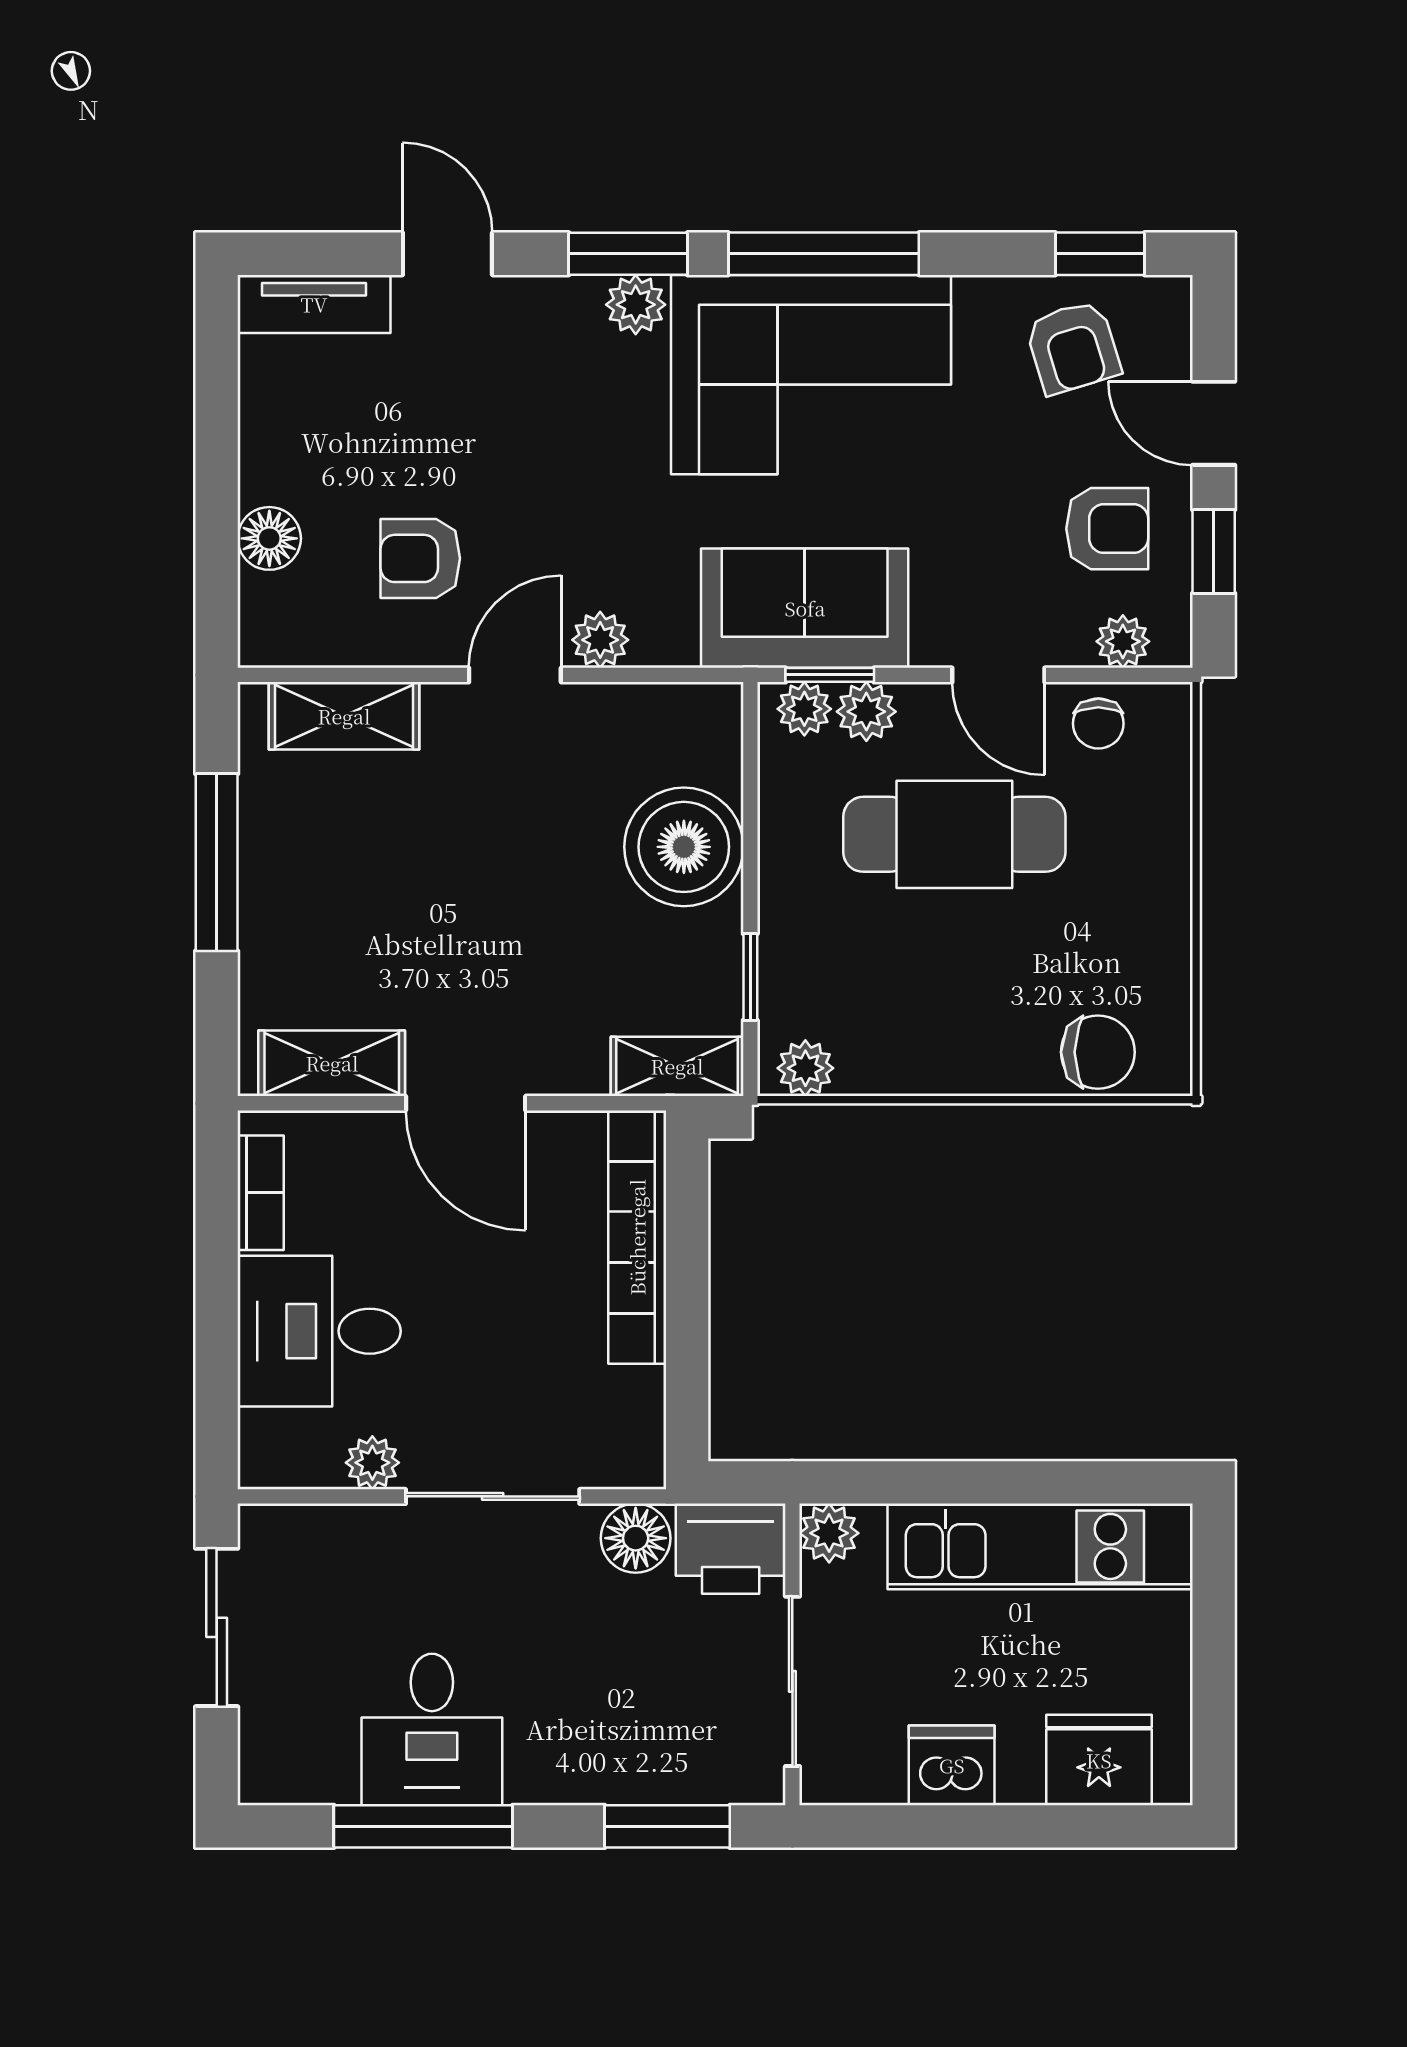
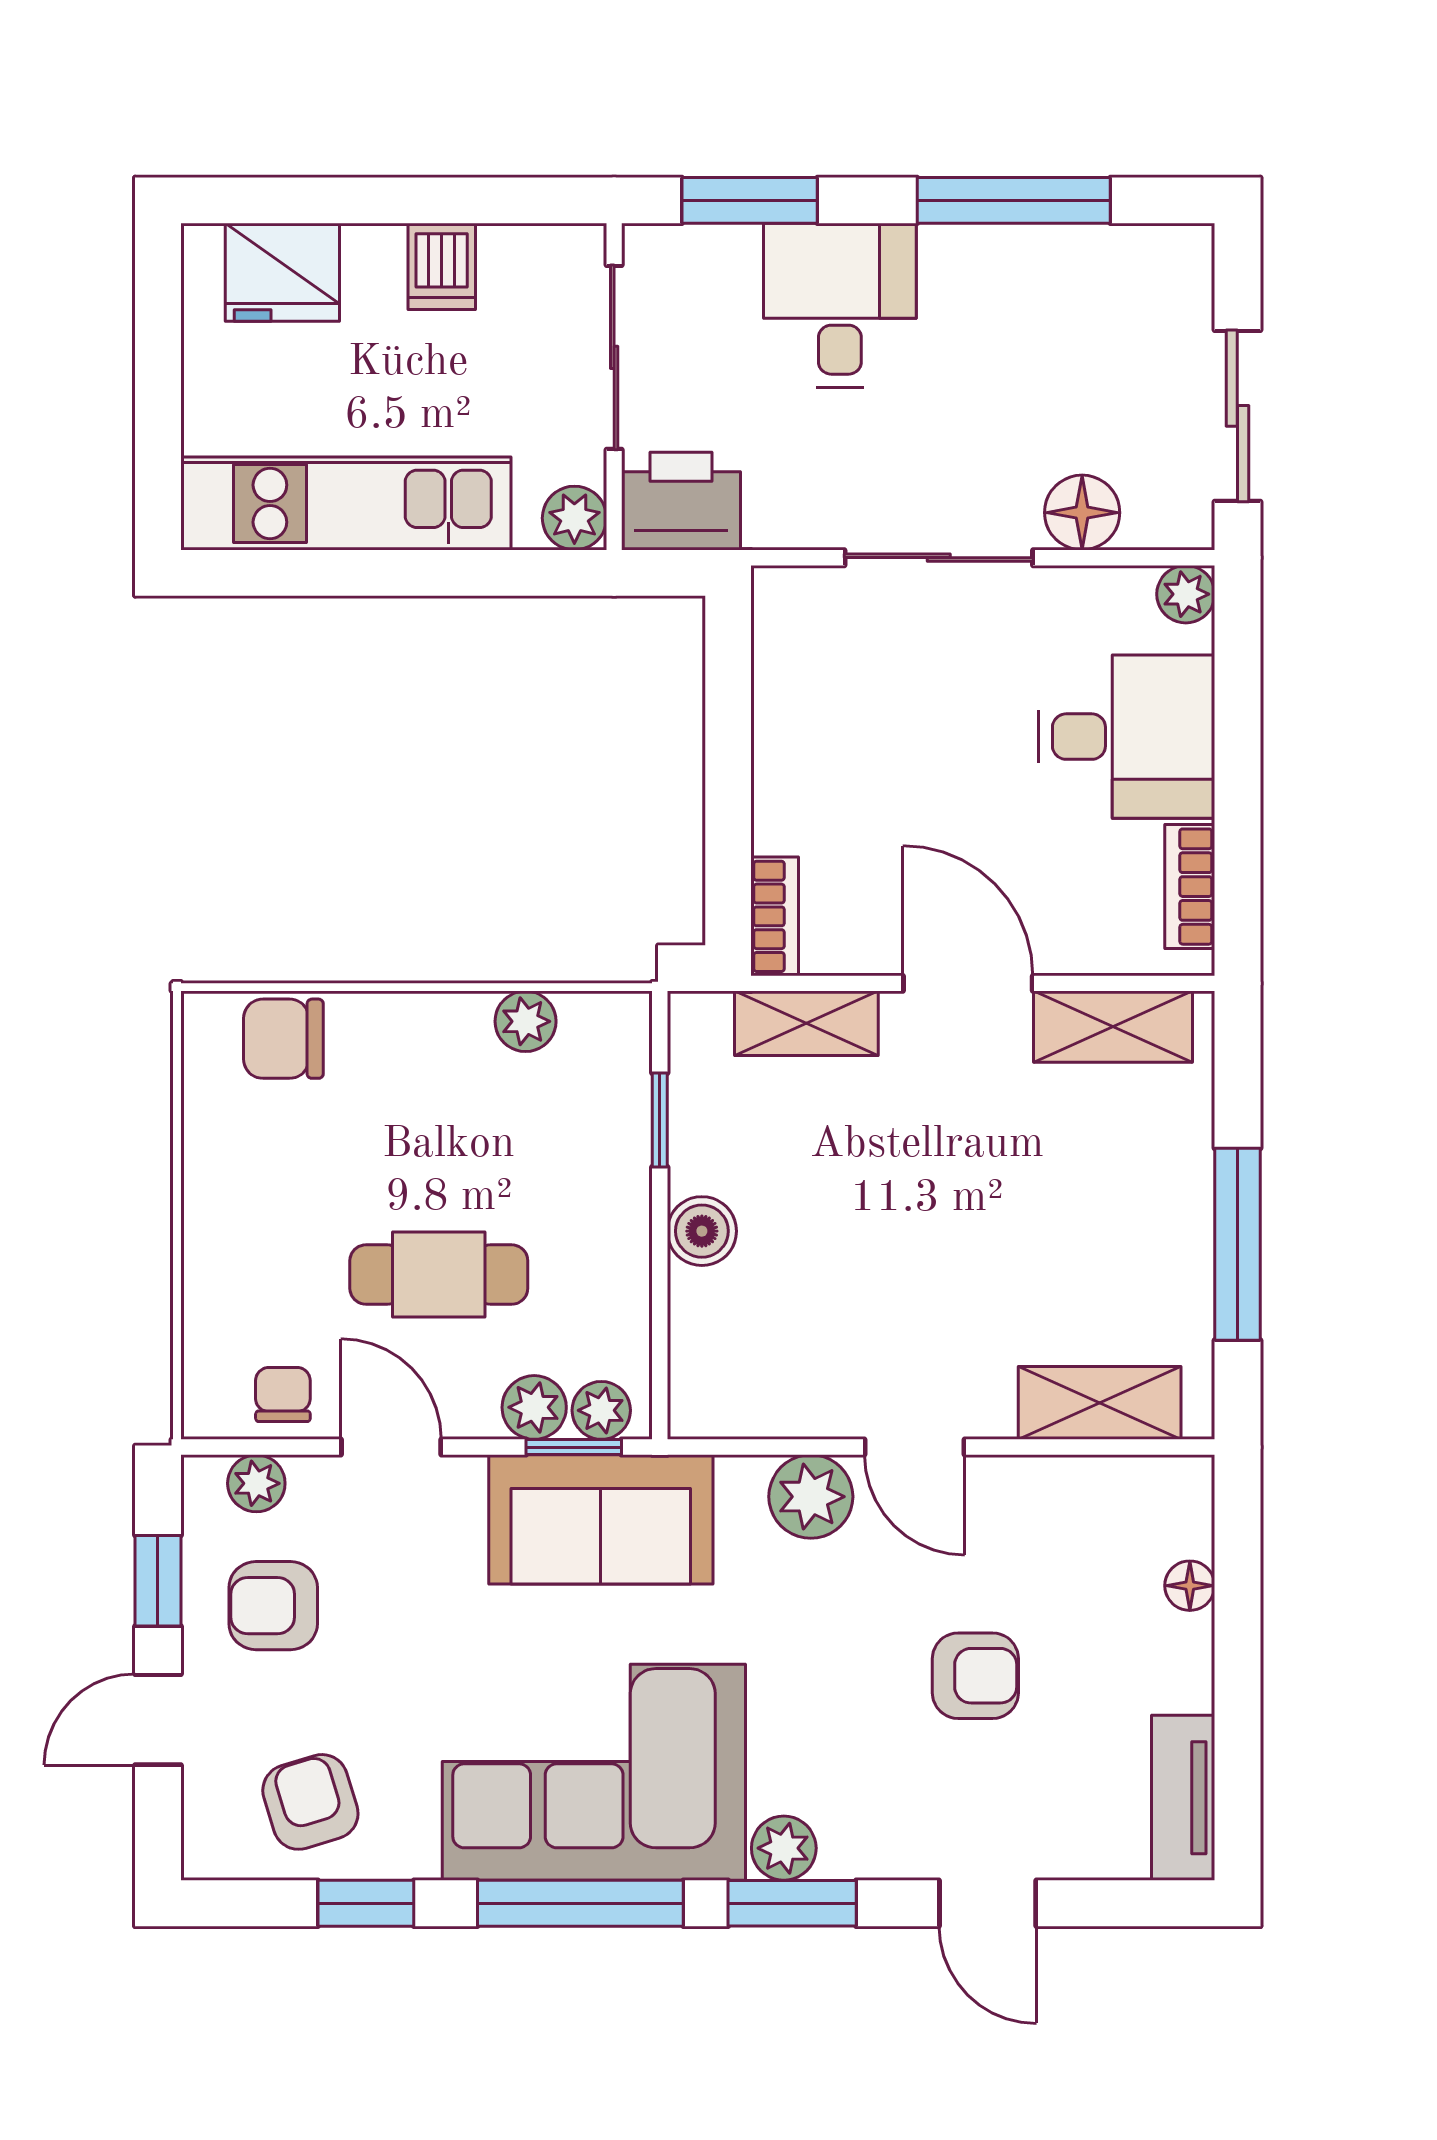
window: (1100, 254) -> (366, 1903), moved
tv unit: (314, 304) -> (1183, 1798), moved, turned -90
door: (1214, 423) -> (158, 1720), swing flipped
floor lamp: (269, 538) -> (1190, 1586), width x0.73, depth x0.73
armchair: (420, 558) -> (975, 1676), moved
plant: (600, 640) -> (811, 1497), width x1.38, depth x1.38
door: (515, 675) -> (915, 1447), hinge flipped
cafe table: (954, 834) -> (439, 1275), width x0.73, depth x0.74
boiler: (684, 847) -> (702, 1231), width x0.54, depth x0.54
shelving: (677, 1066) -> (806, 1023), moved
plant: (805, 1068) -> (526, 1021), moved
bookcase: (637, 1237) -> (775, 916), width x0.43, depth x0.76
plant: (372, 1463) -> (1186, 594), moved
floor lamp: (636, 1538) -> (1082, 513), moved
desk: (432, 1729) -> (840, 305), moved
dishwasher: (952, 1765) -> (442, 266), width x0.73

